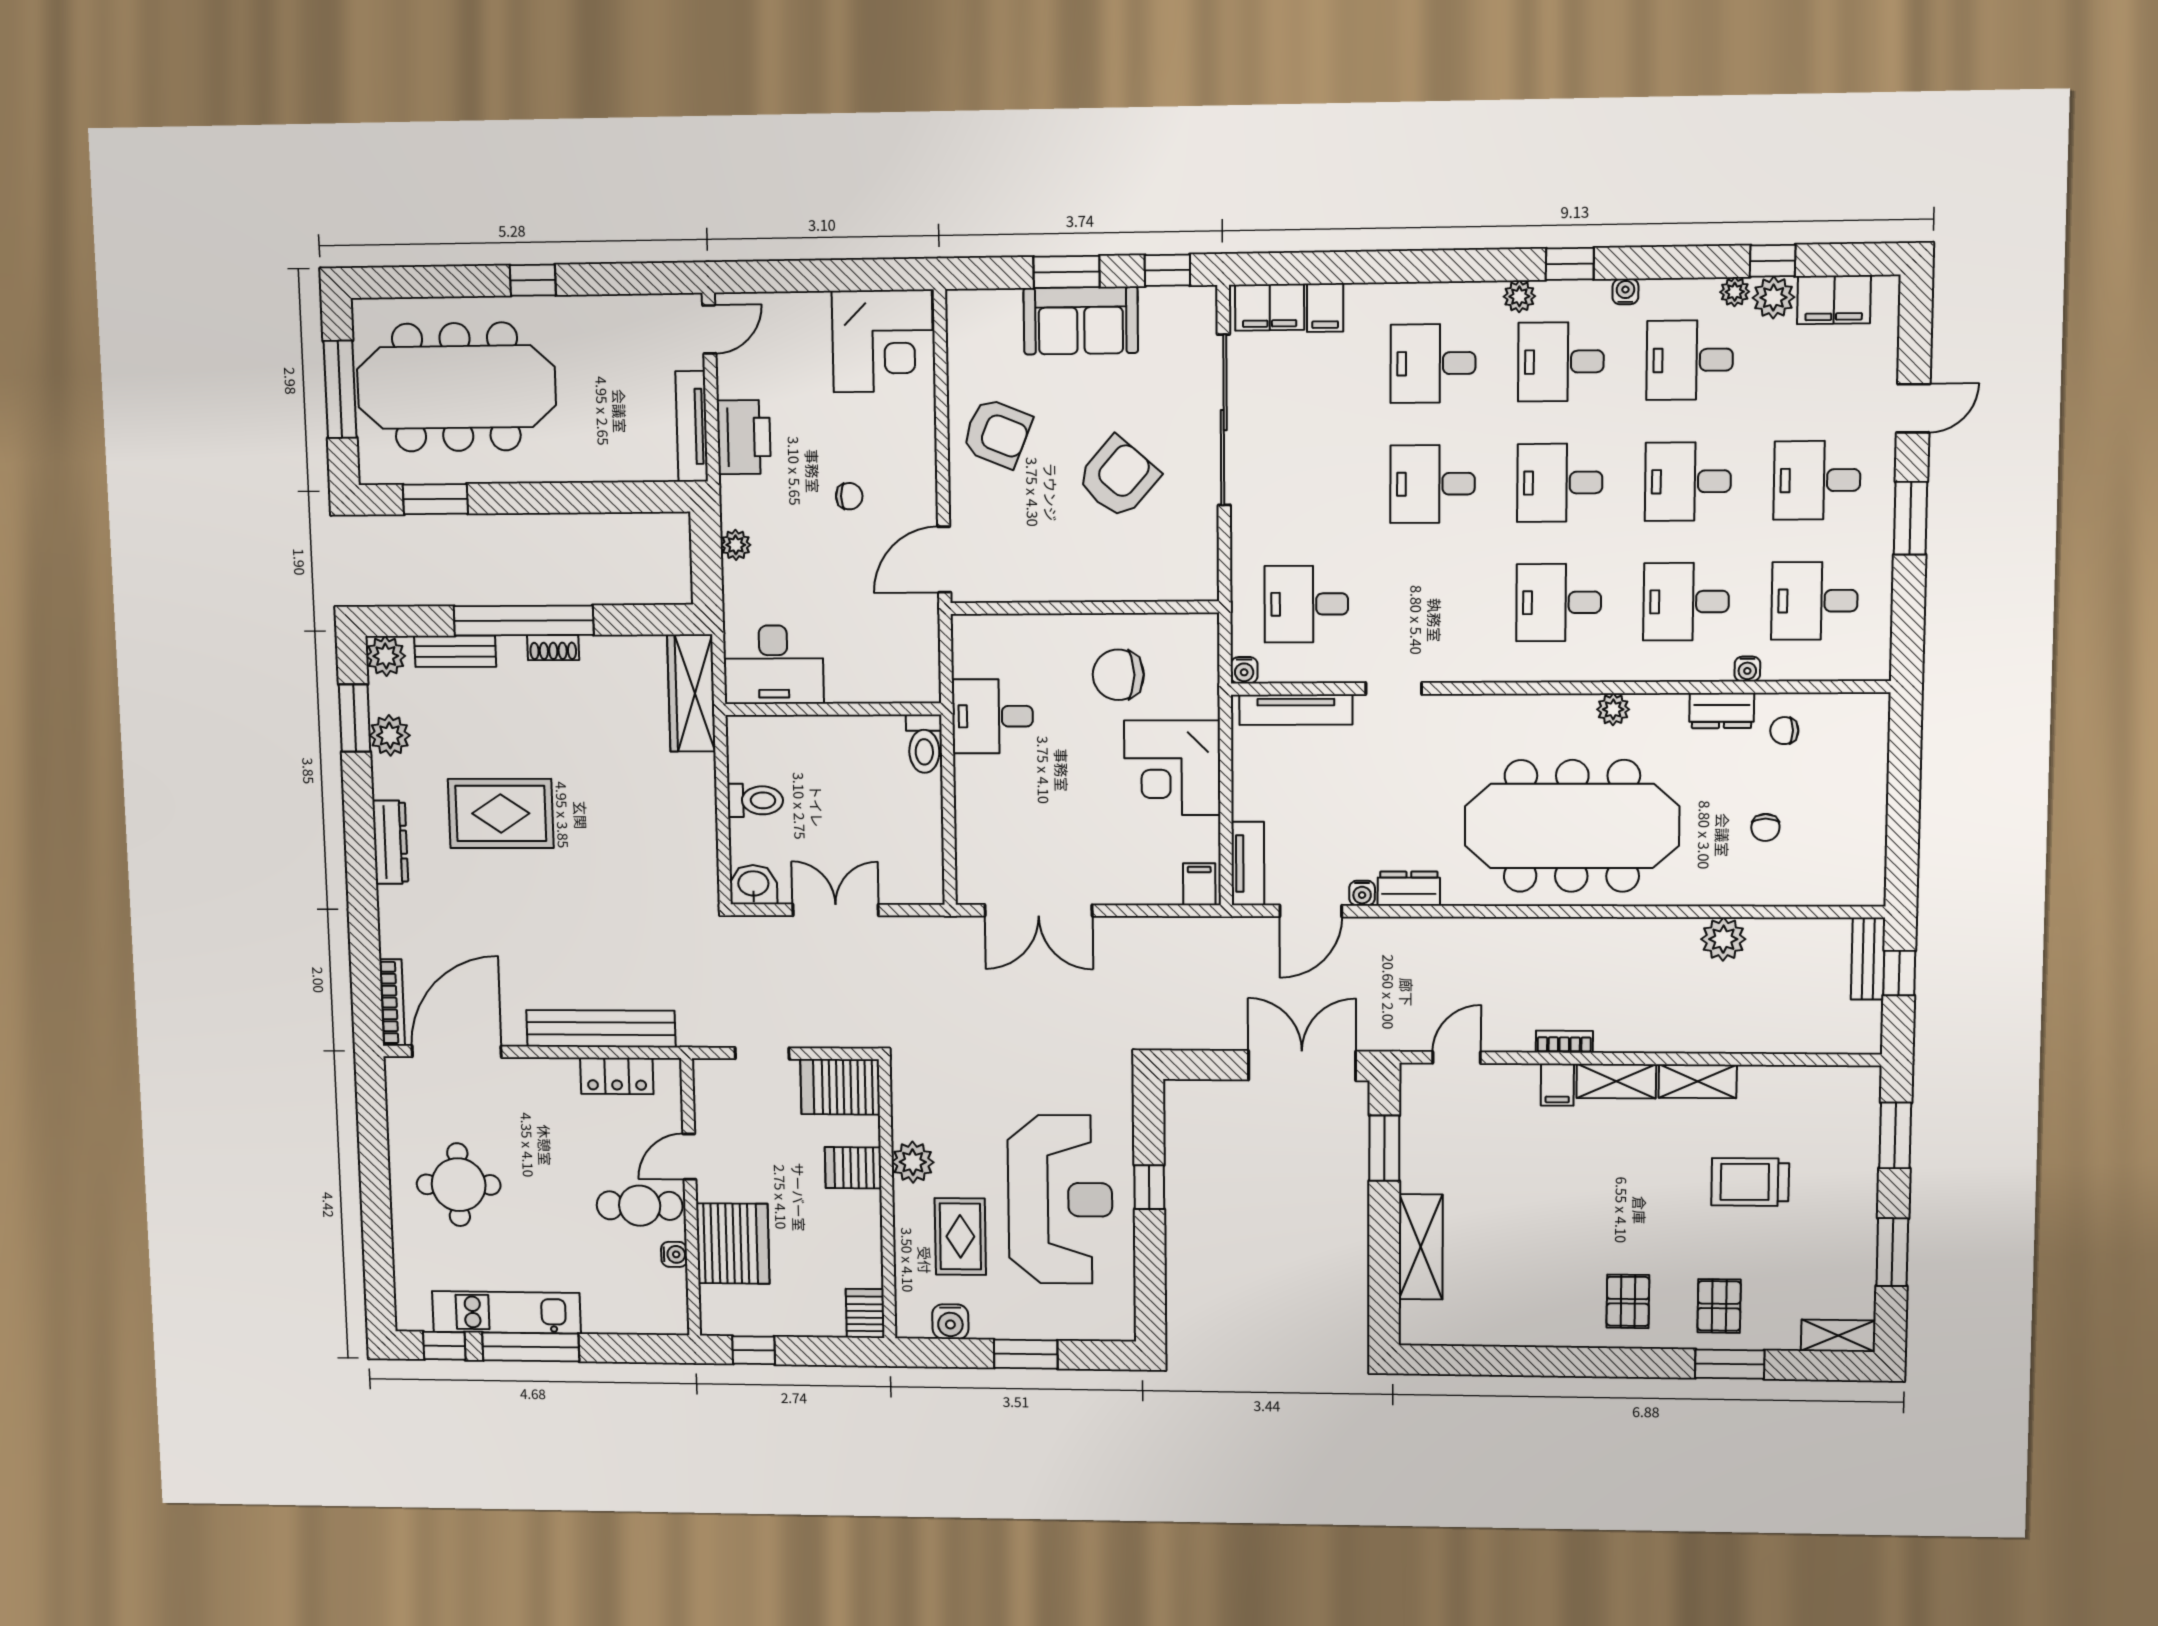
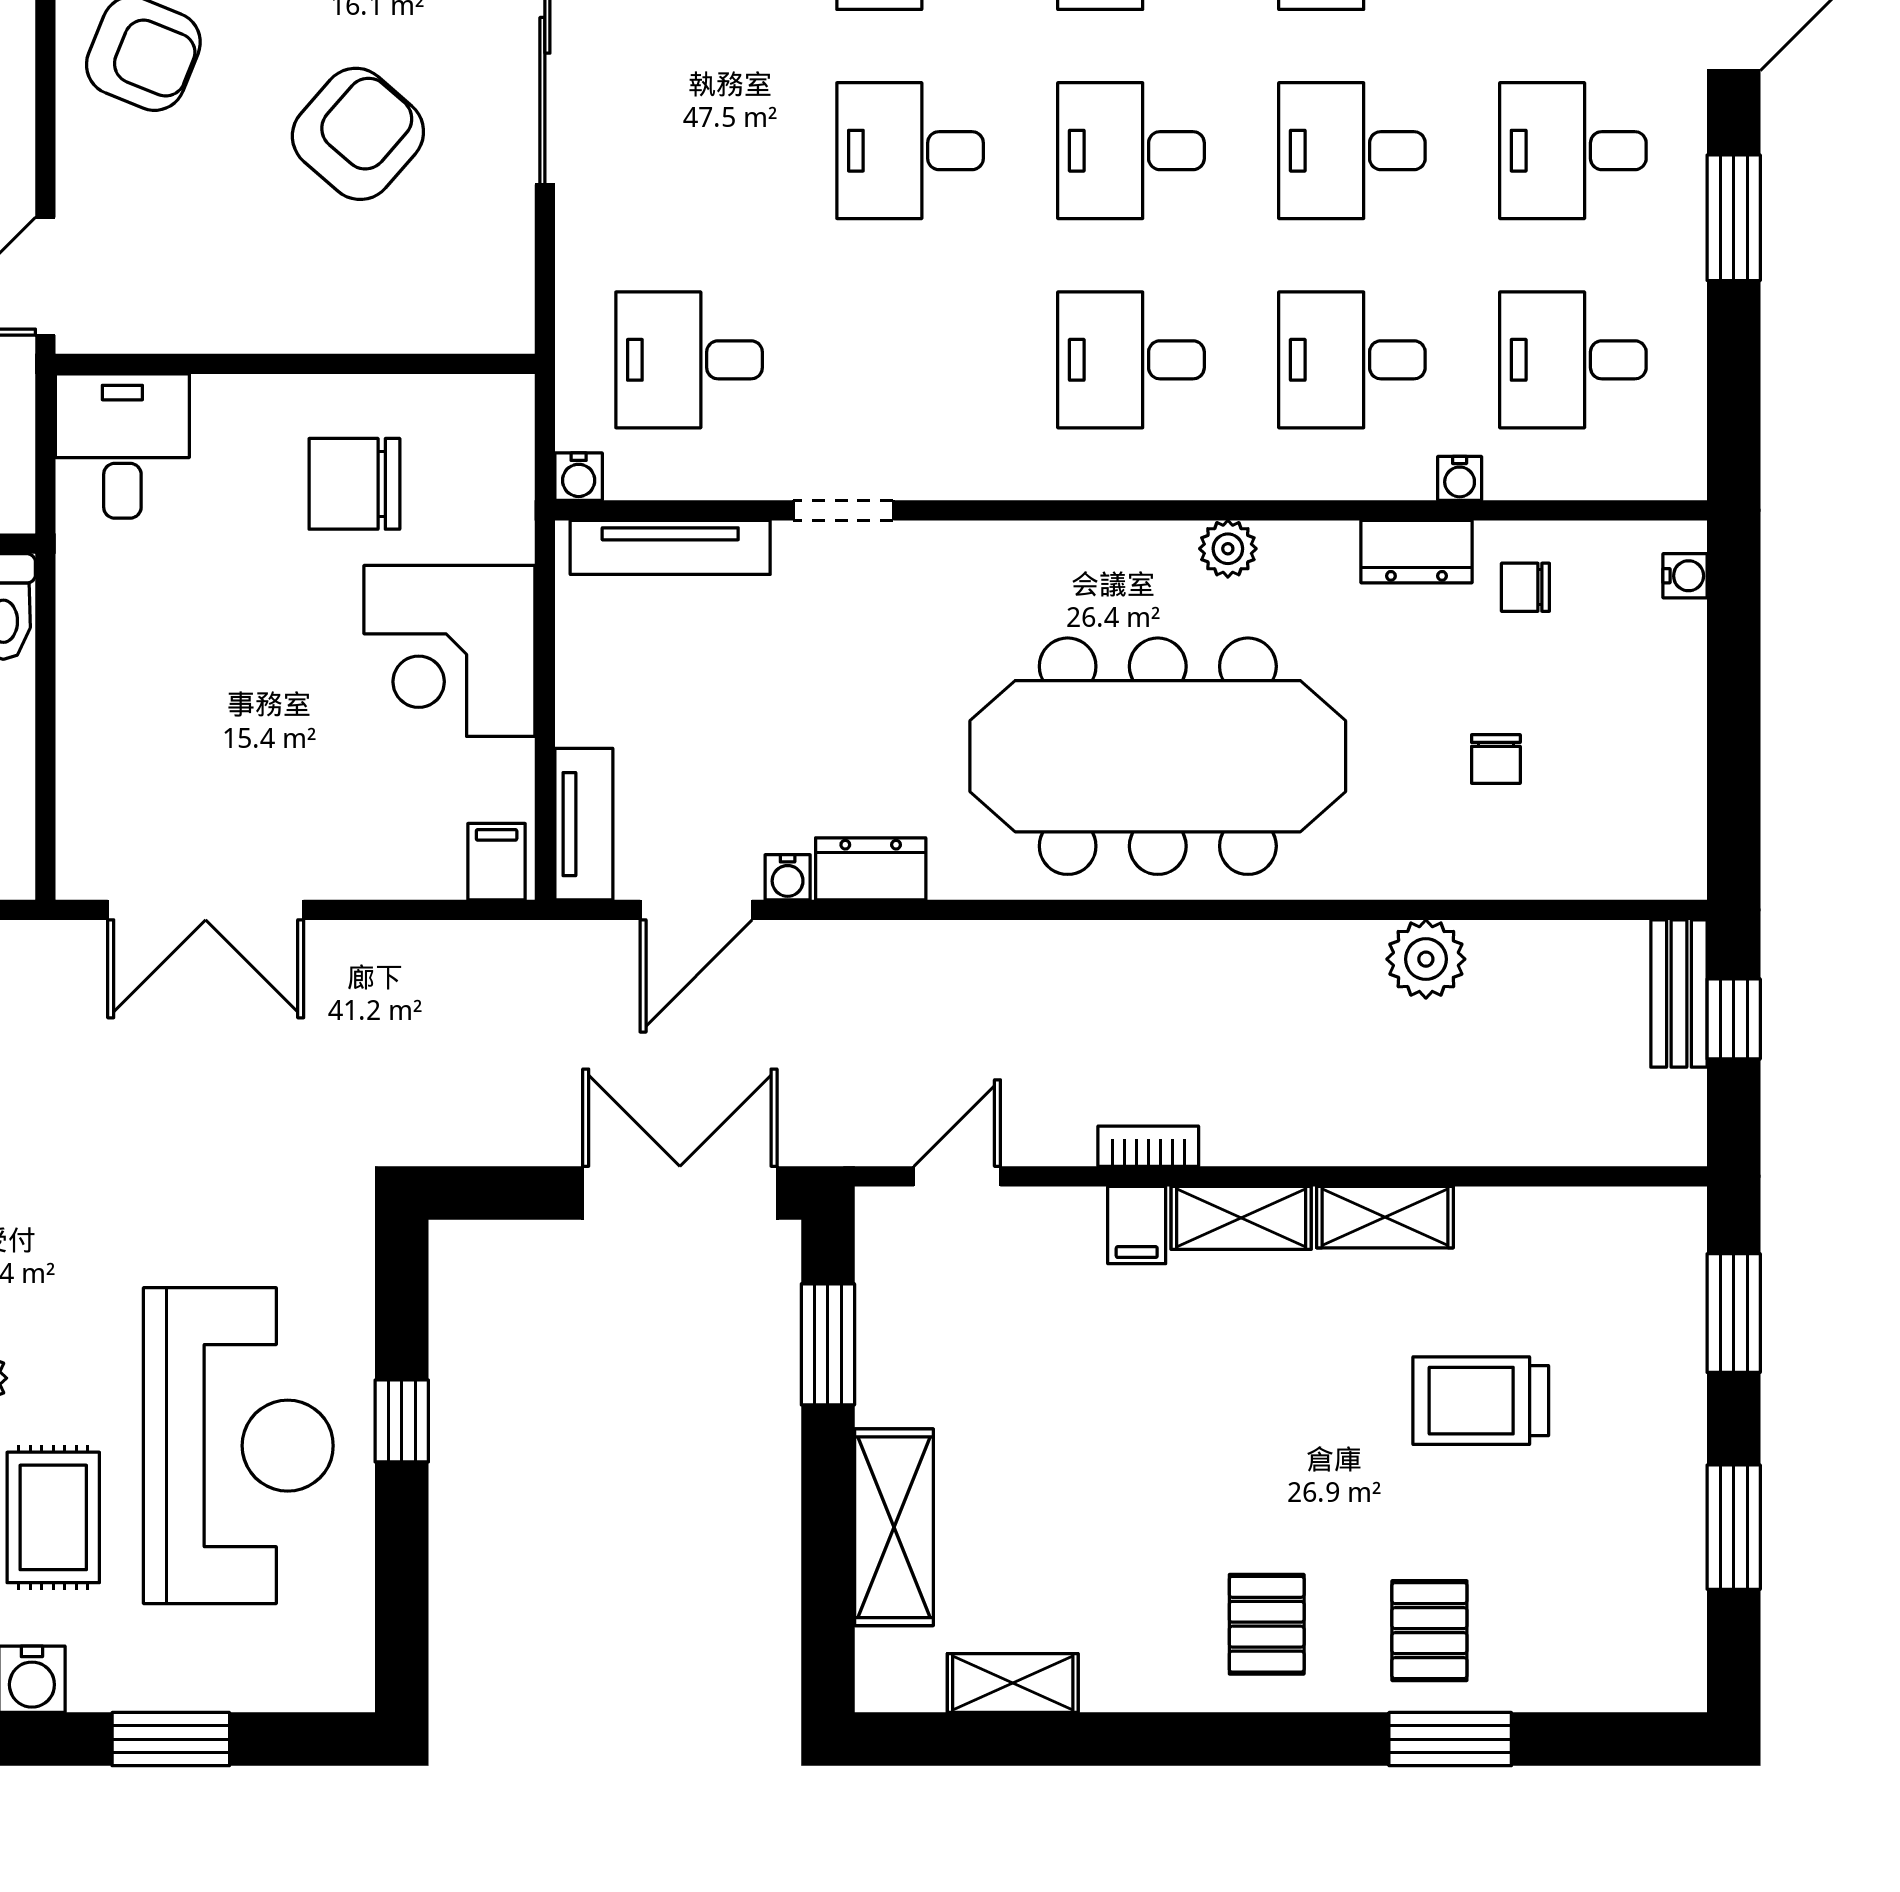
desk: (992, 716) -> (122, 446), moved, turned 90
water cooler: (1877, 724) -> (1685, 576), added
shelving: (1838, 1336) -> (1013, 1683), moved

